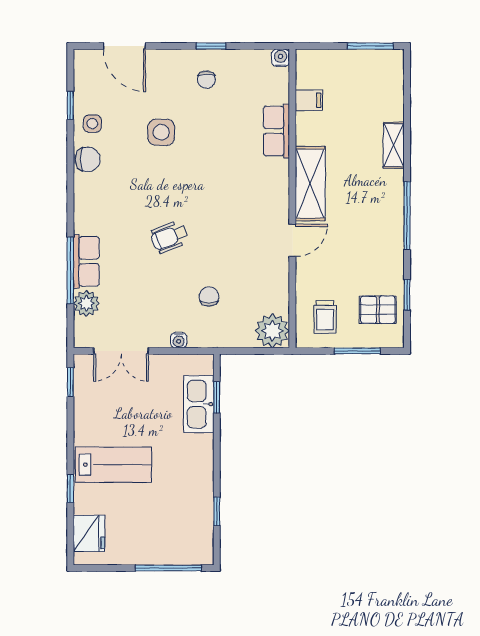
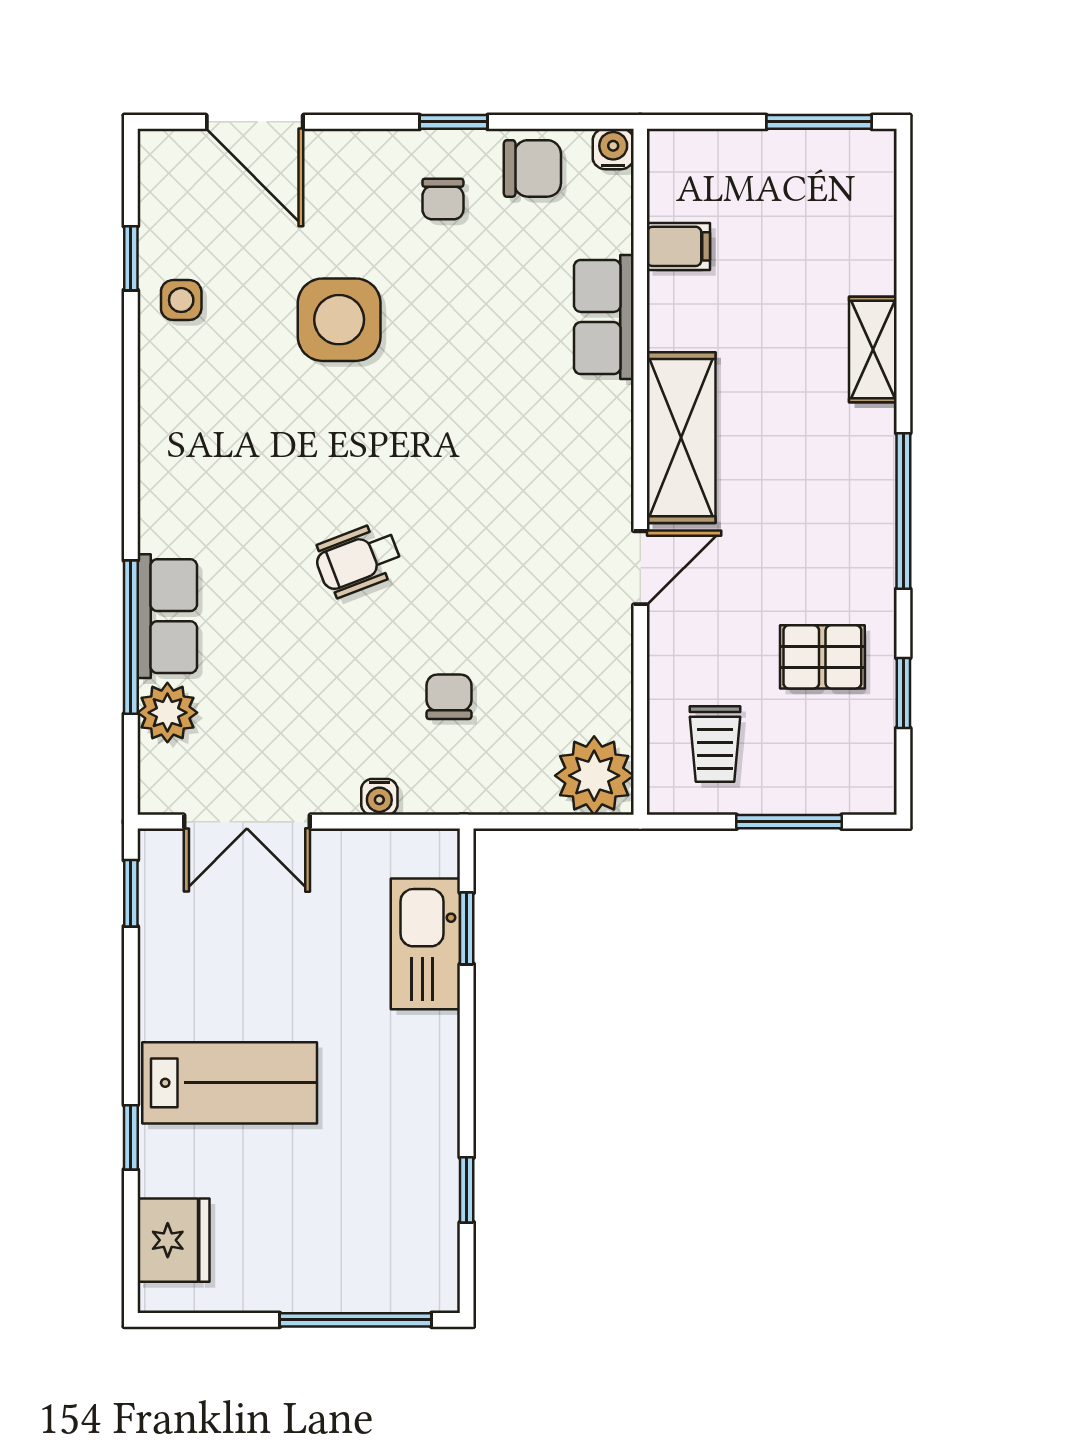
side table: (161, 132) -> (339, 320), width x1.37, depth x1.37
chair: (88, 159) -> (532, 168), moved
pallet: (378, 310) -> (822, 657), moved

